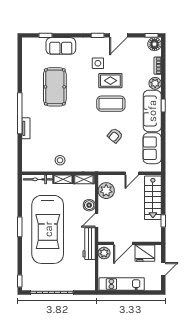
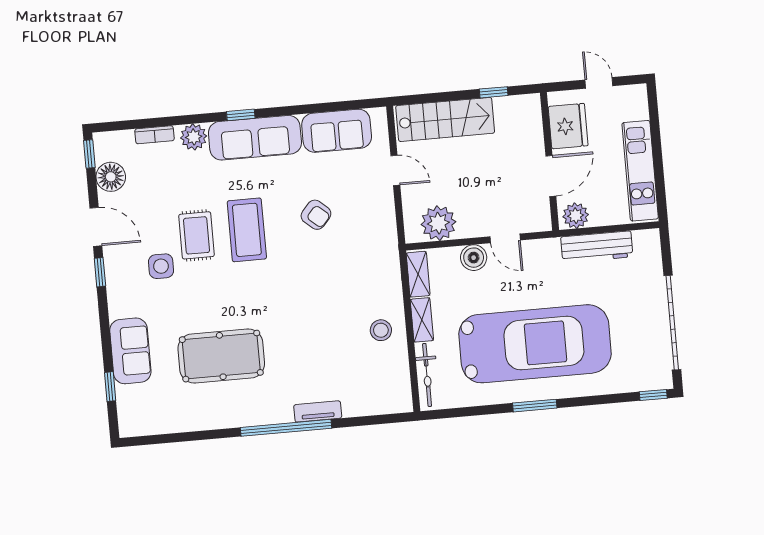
floor lamp: (154, 44) -> (111, 177), moved
door: (123, 243) -> (551, 176), hinge flipped
workbench: (89, 244) -> (597, 247), moved

